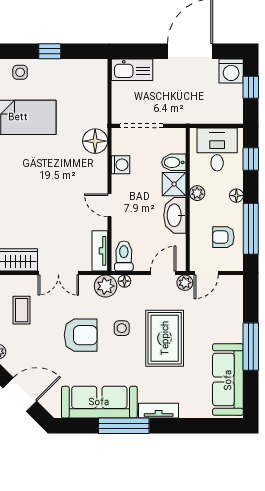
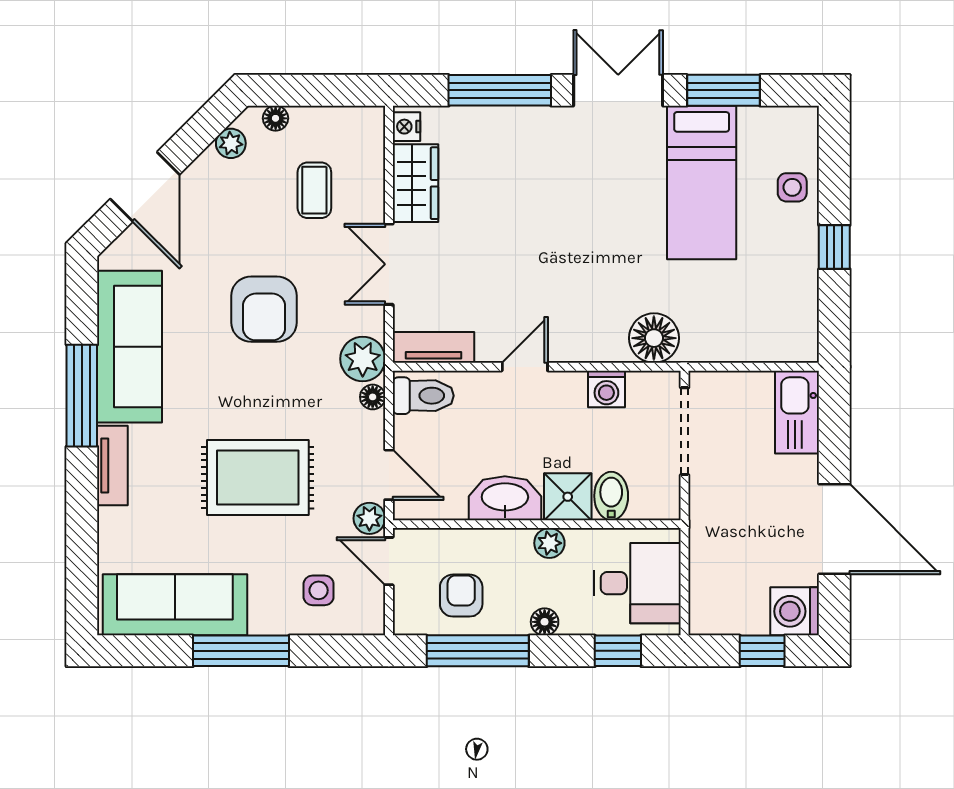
coffee table: (22, 310) -> (314, 190), turned 90
side table: (122, 328) -> (319, 590), moved

